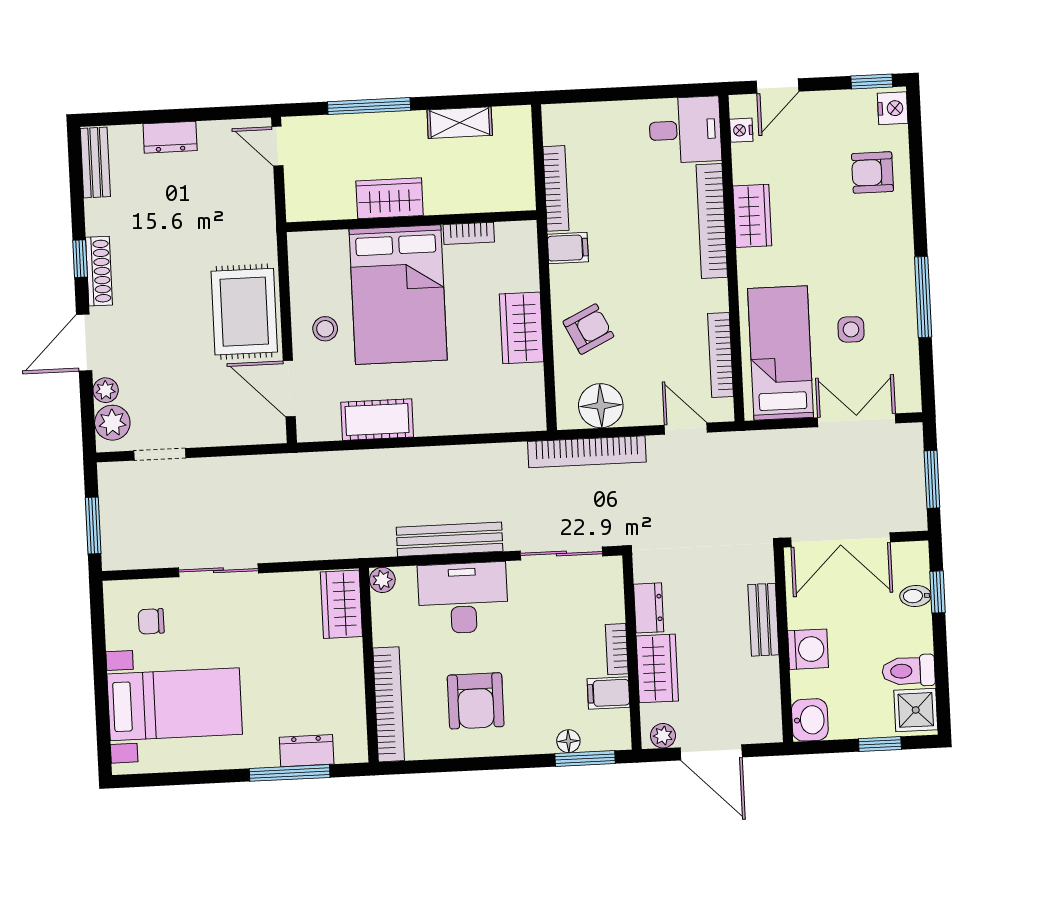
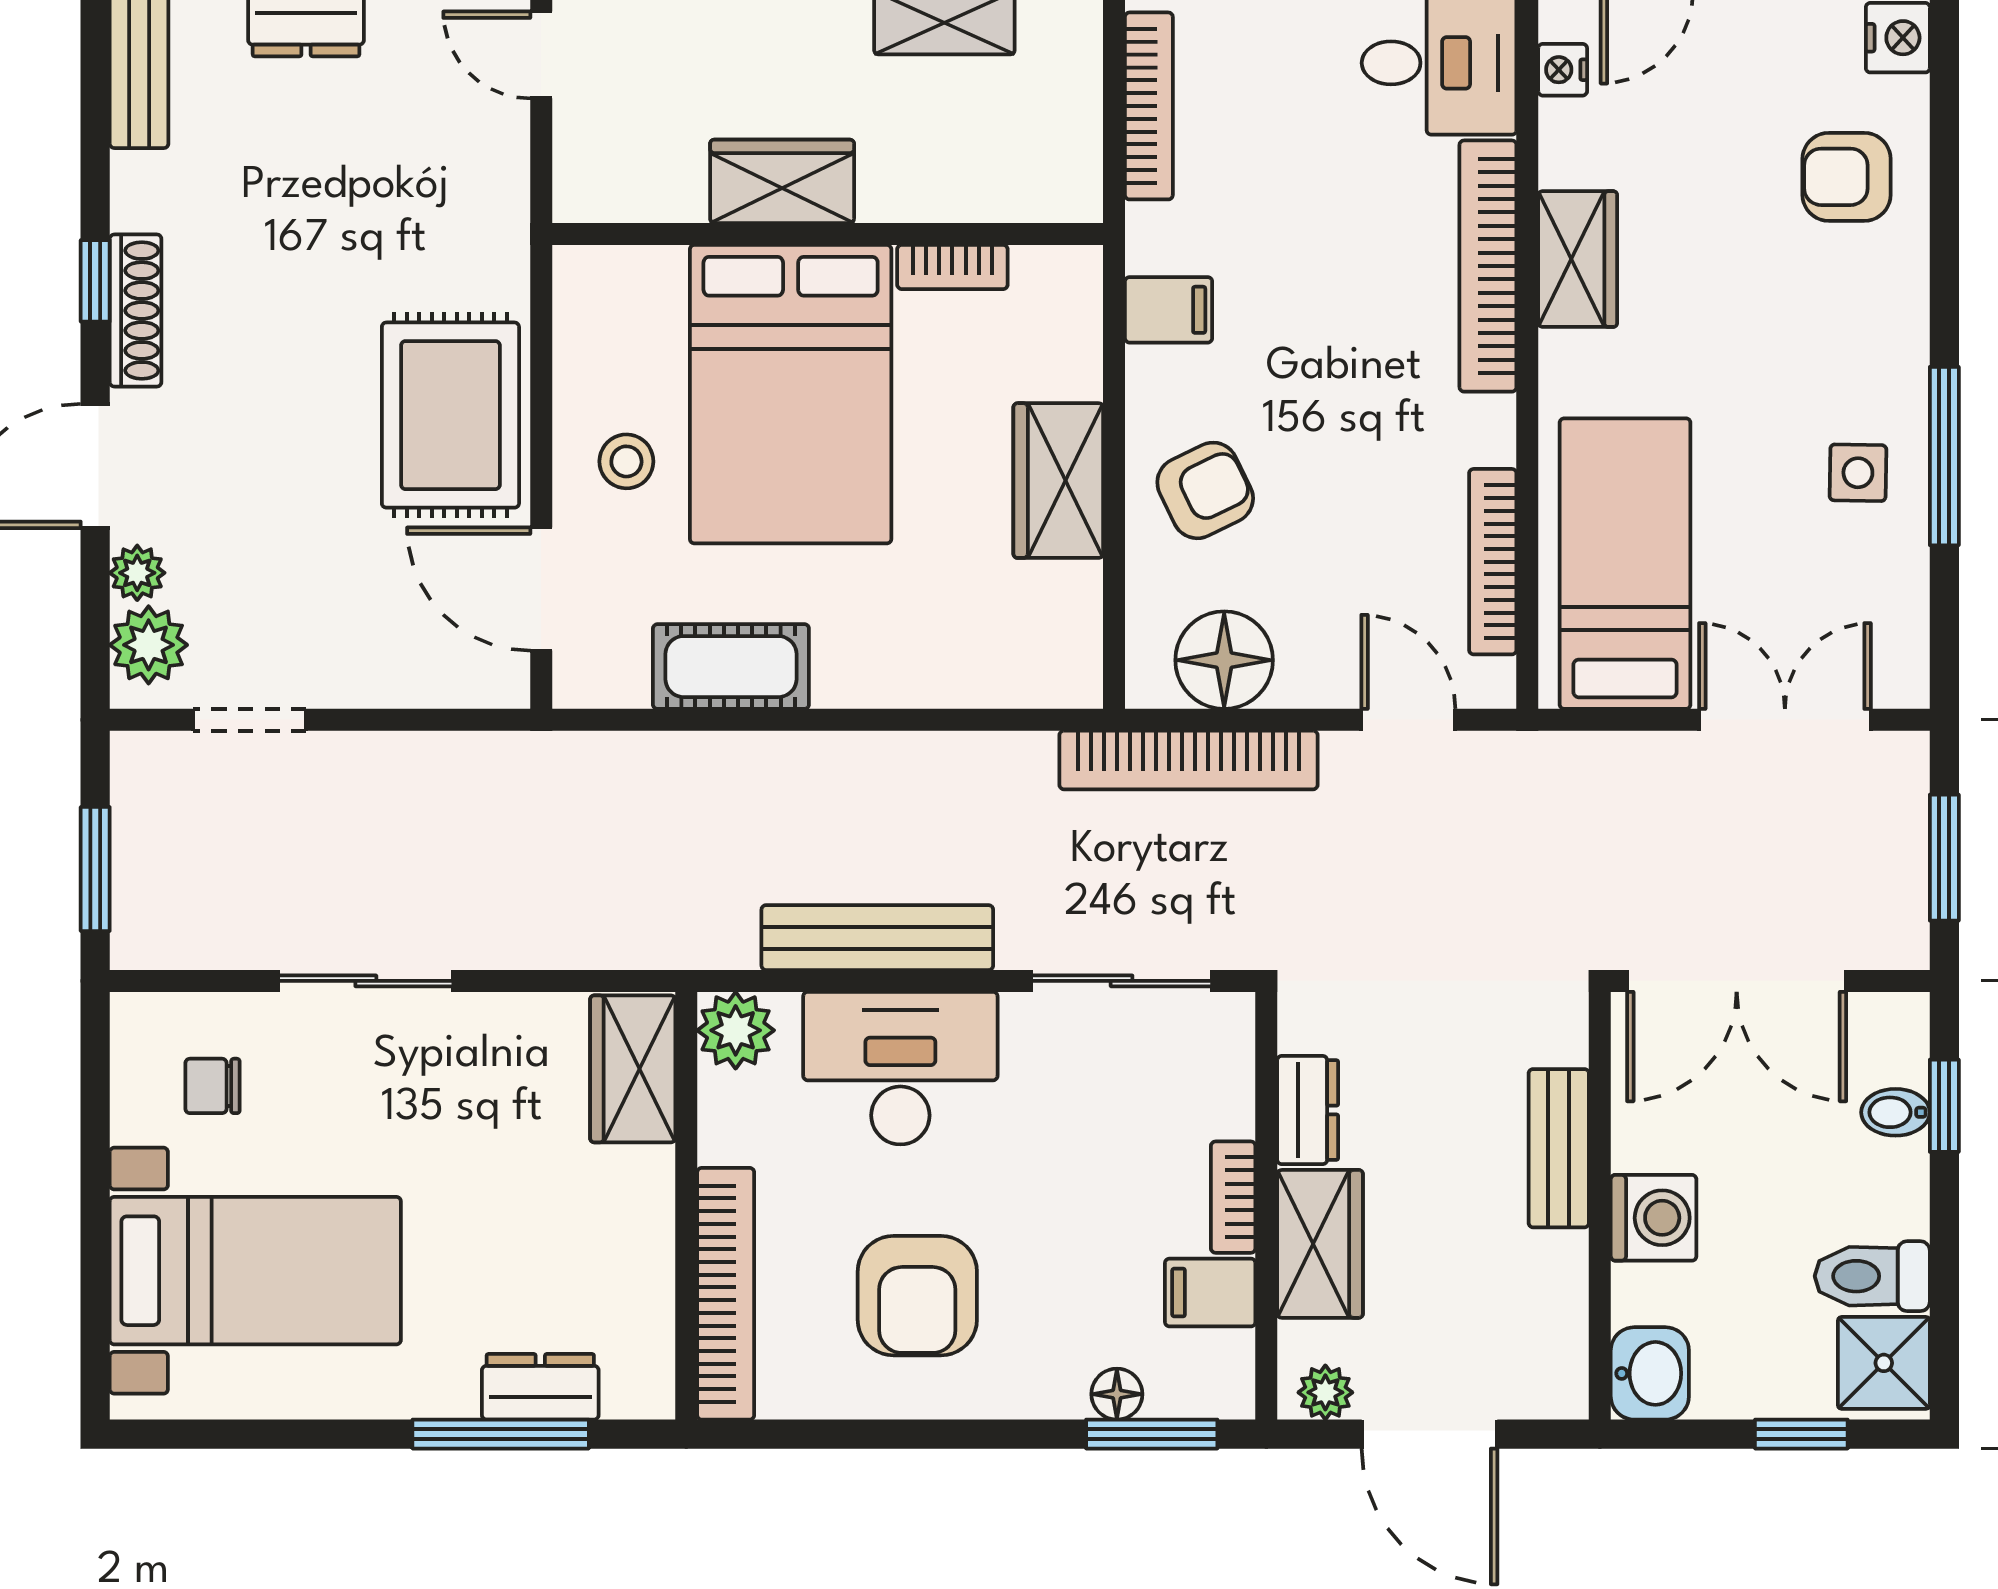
bookcase: (556, 188) -> (1149, 106), moved
side table: (851, 329) -> (1858, 473), moved
plant: (382, 580) -> (736, 1030), width x1.38, depth x1.38

